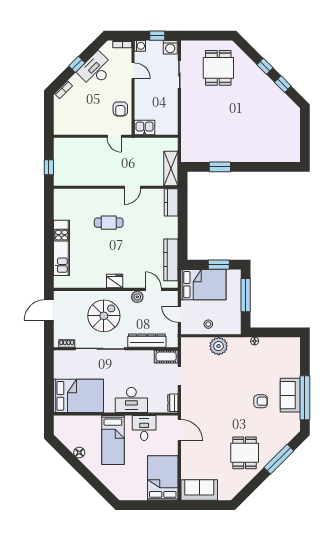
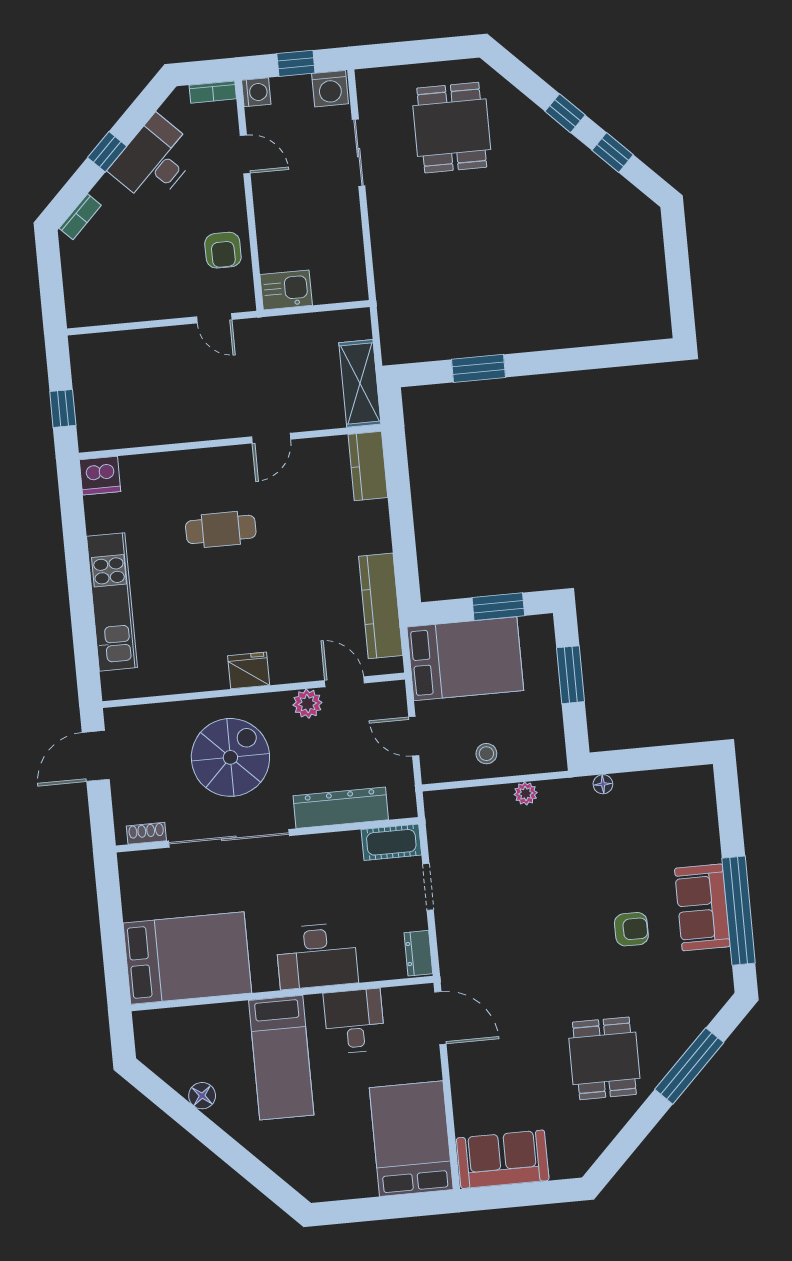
dishwasher: (62, 196) -> (100, 476), added
window: (246, 295) -> (571, 675), width x0.69
plant: (219, 346) -> (526, 794), width x0.53, depth x0.53

